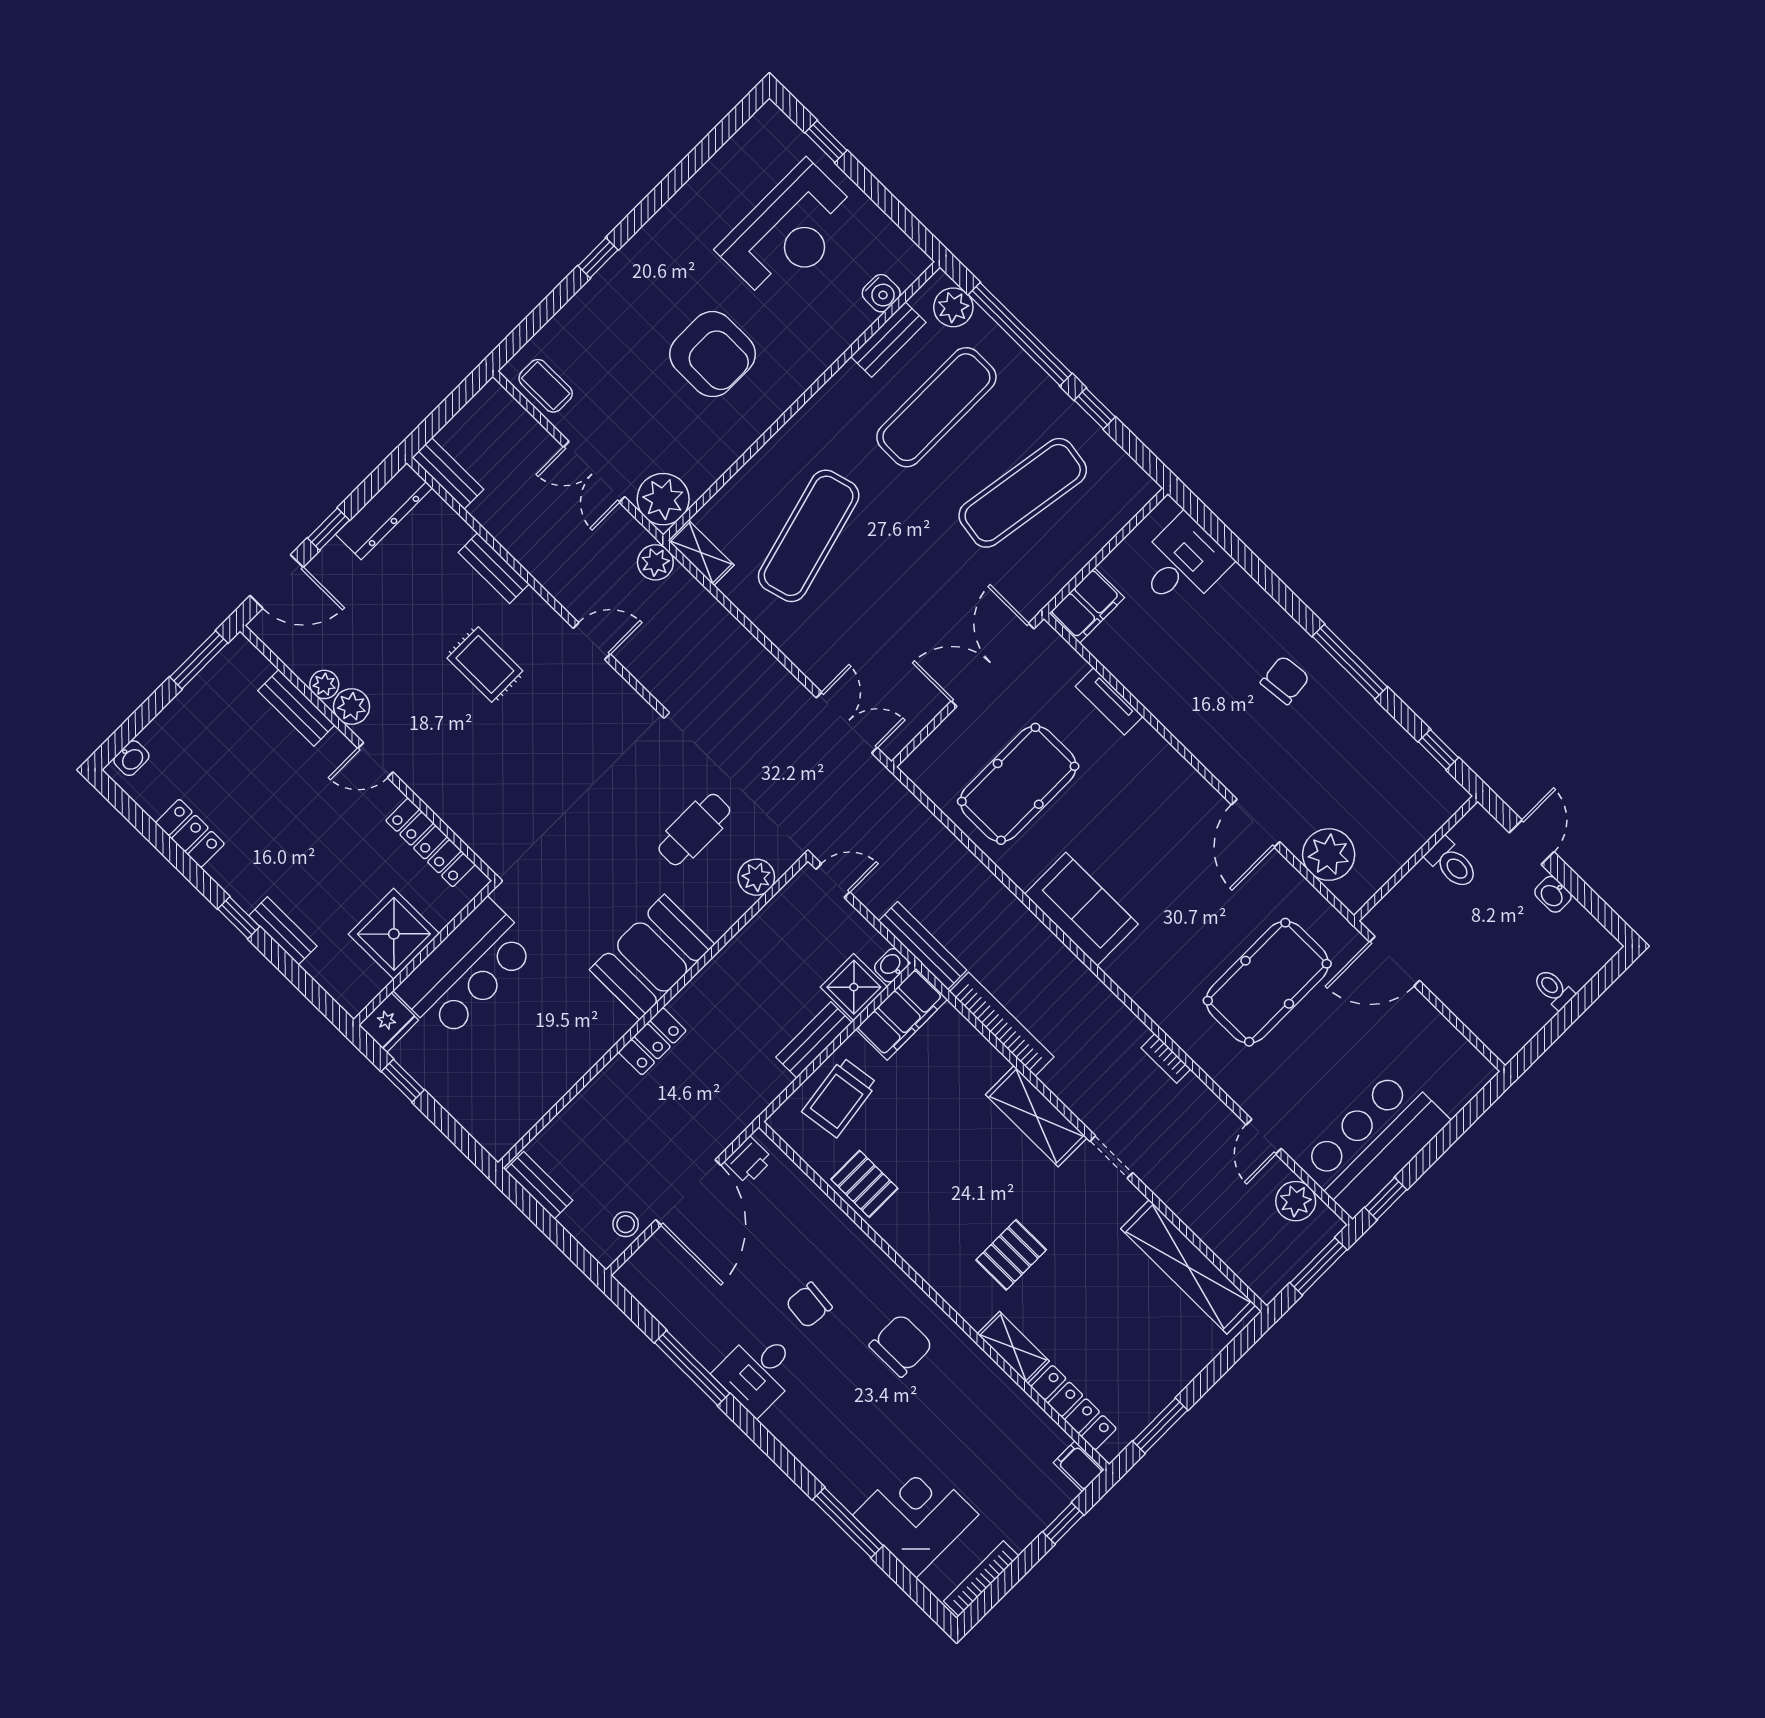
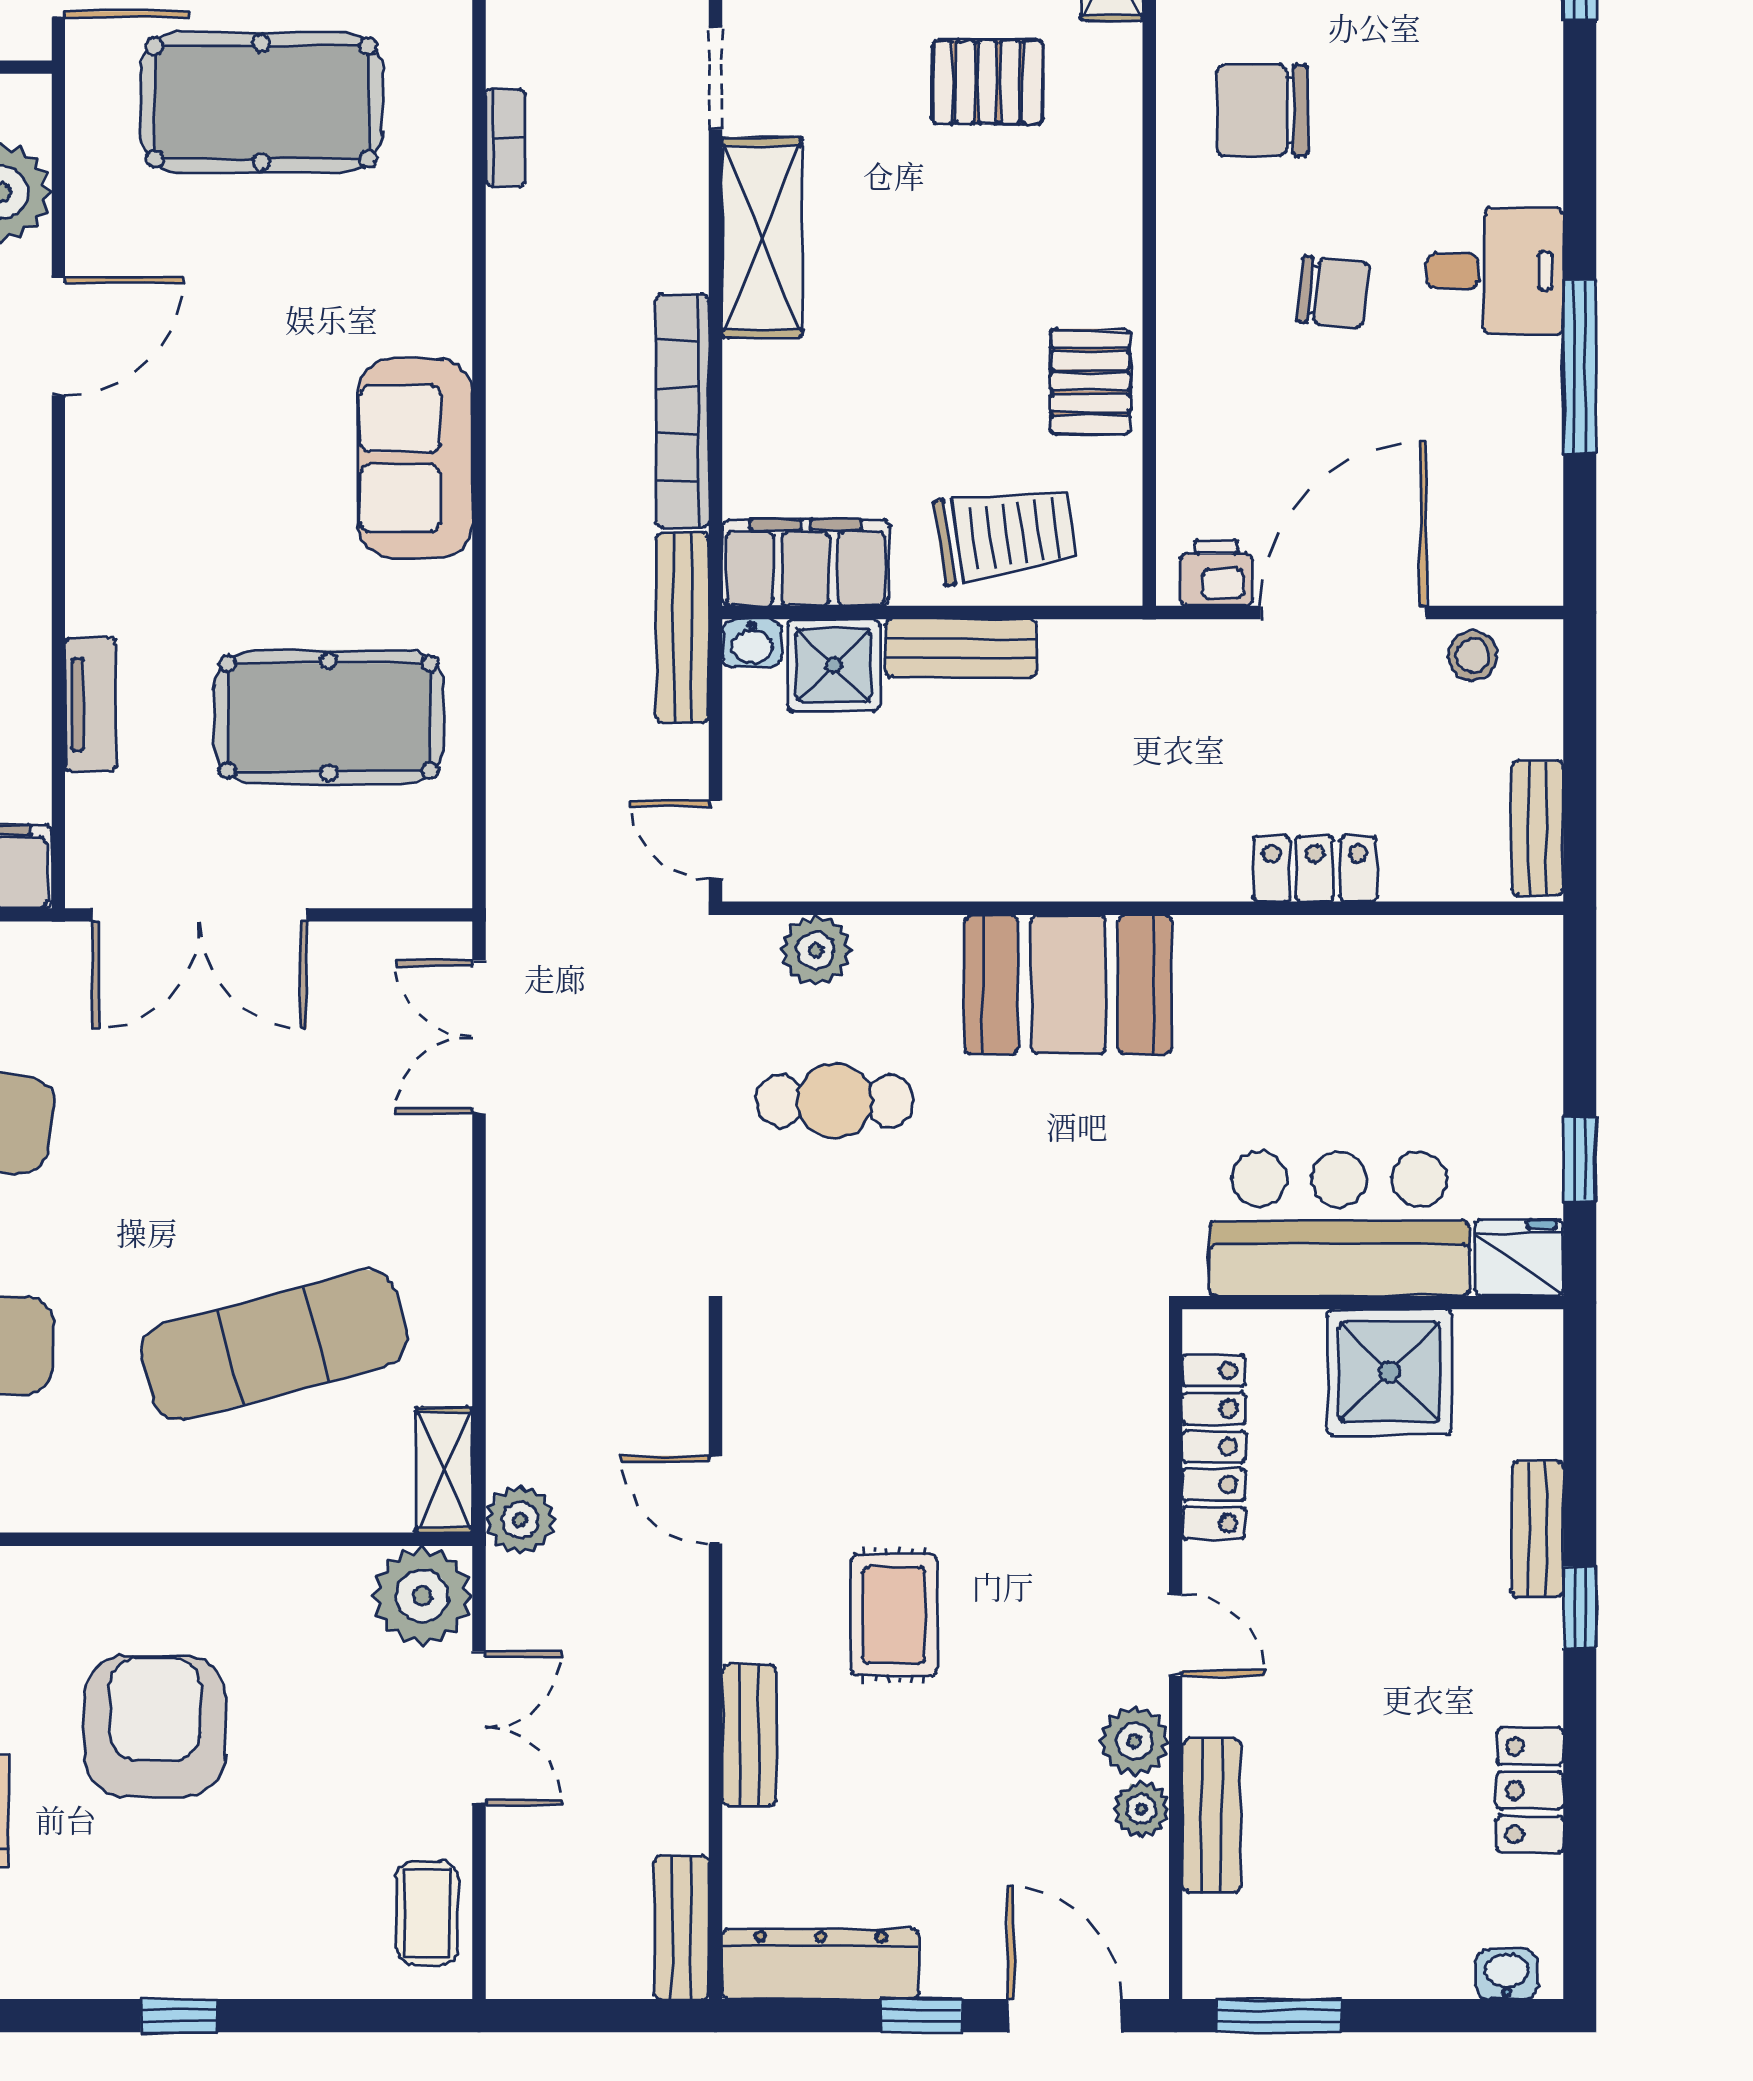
locker: (652, 1041) -> (1315, 869), moved

